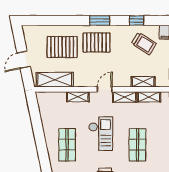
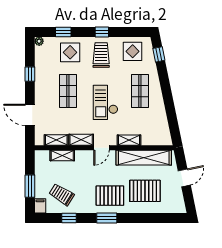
shelving: (55, 80) -> (144, 158), width x1.47

